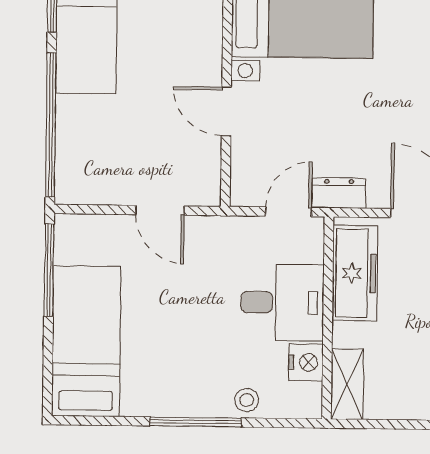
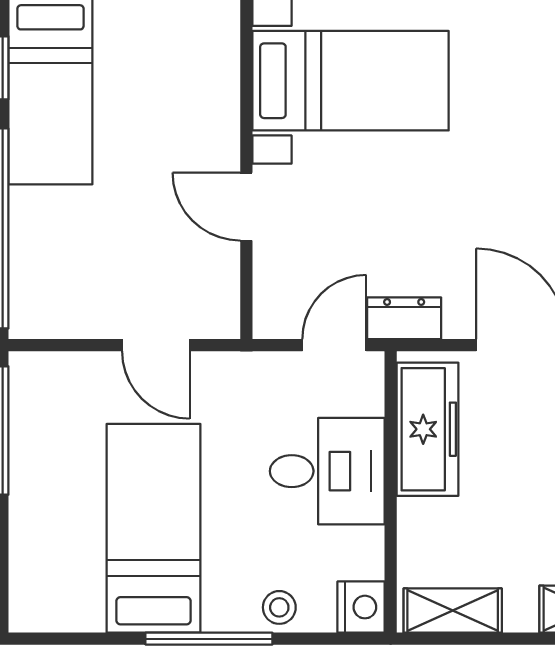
bed: (86, 341) -> (153, 528), moved
nightstand: (306, 362) -> (361, 607), moved
shelving: (347, 384) -> (453, 611), moved, turned 90

